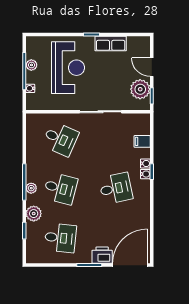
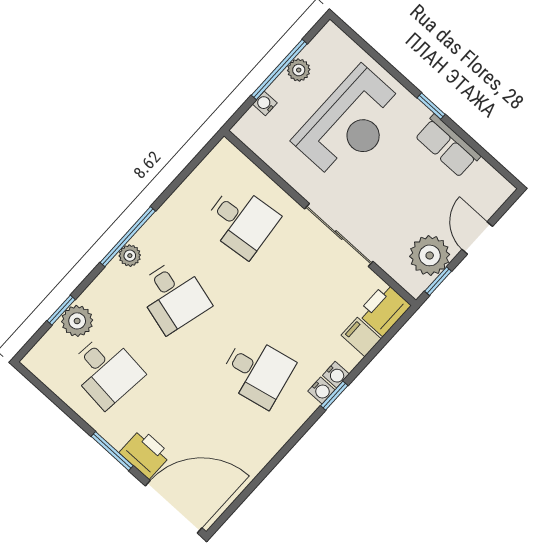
printer: (141, 124) -> (384, 309), added
desk: (60, 139) -> (241, 221), turned -30
plant: (34, 214) -> (77, 321), moved

